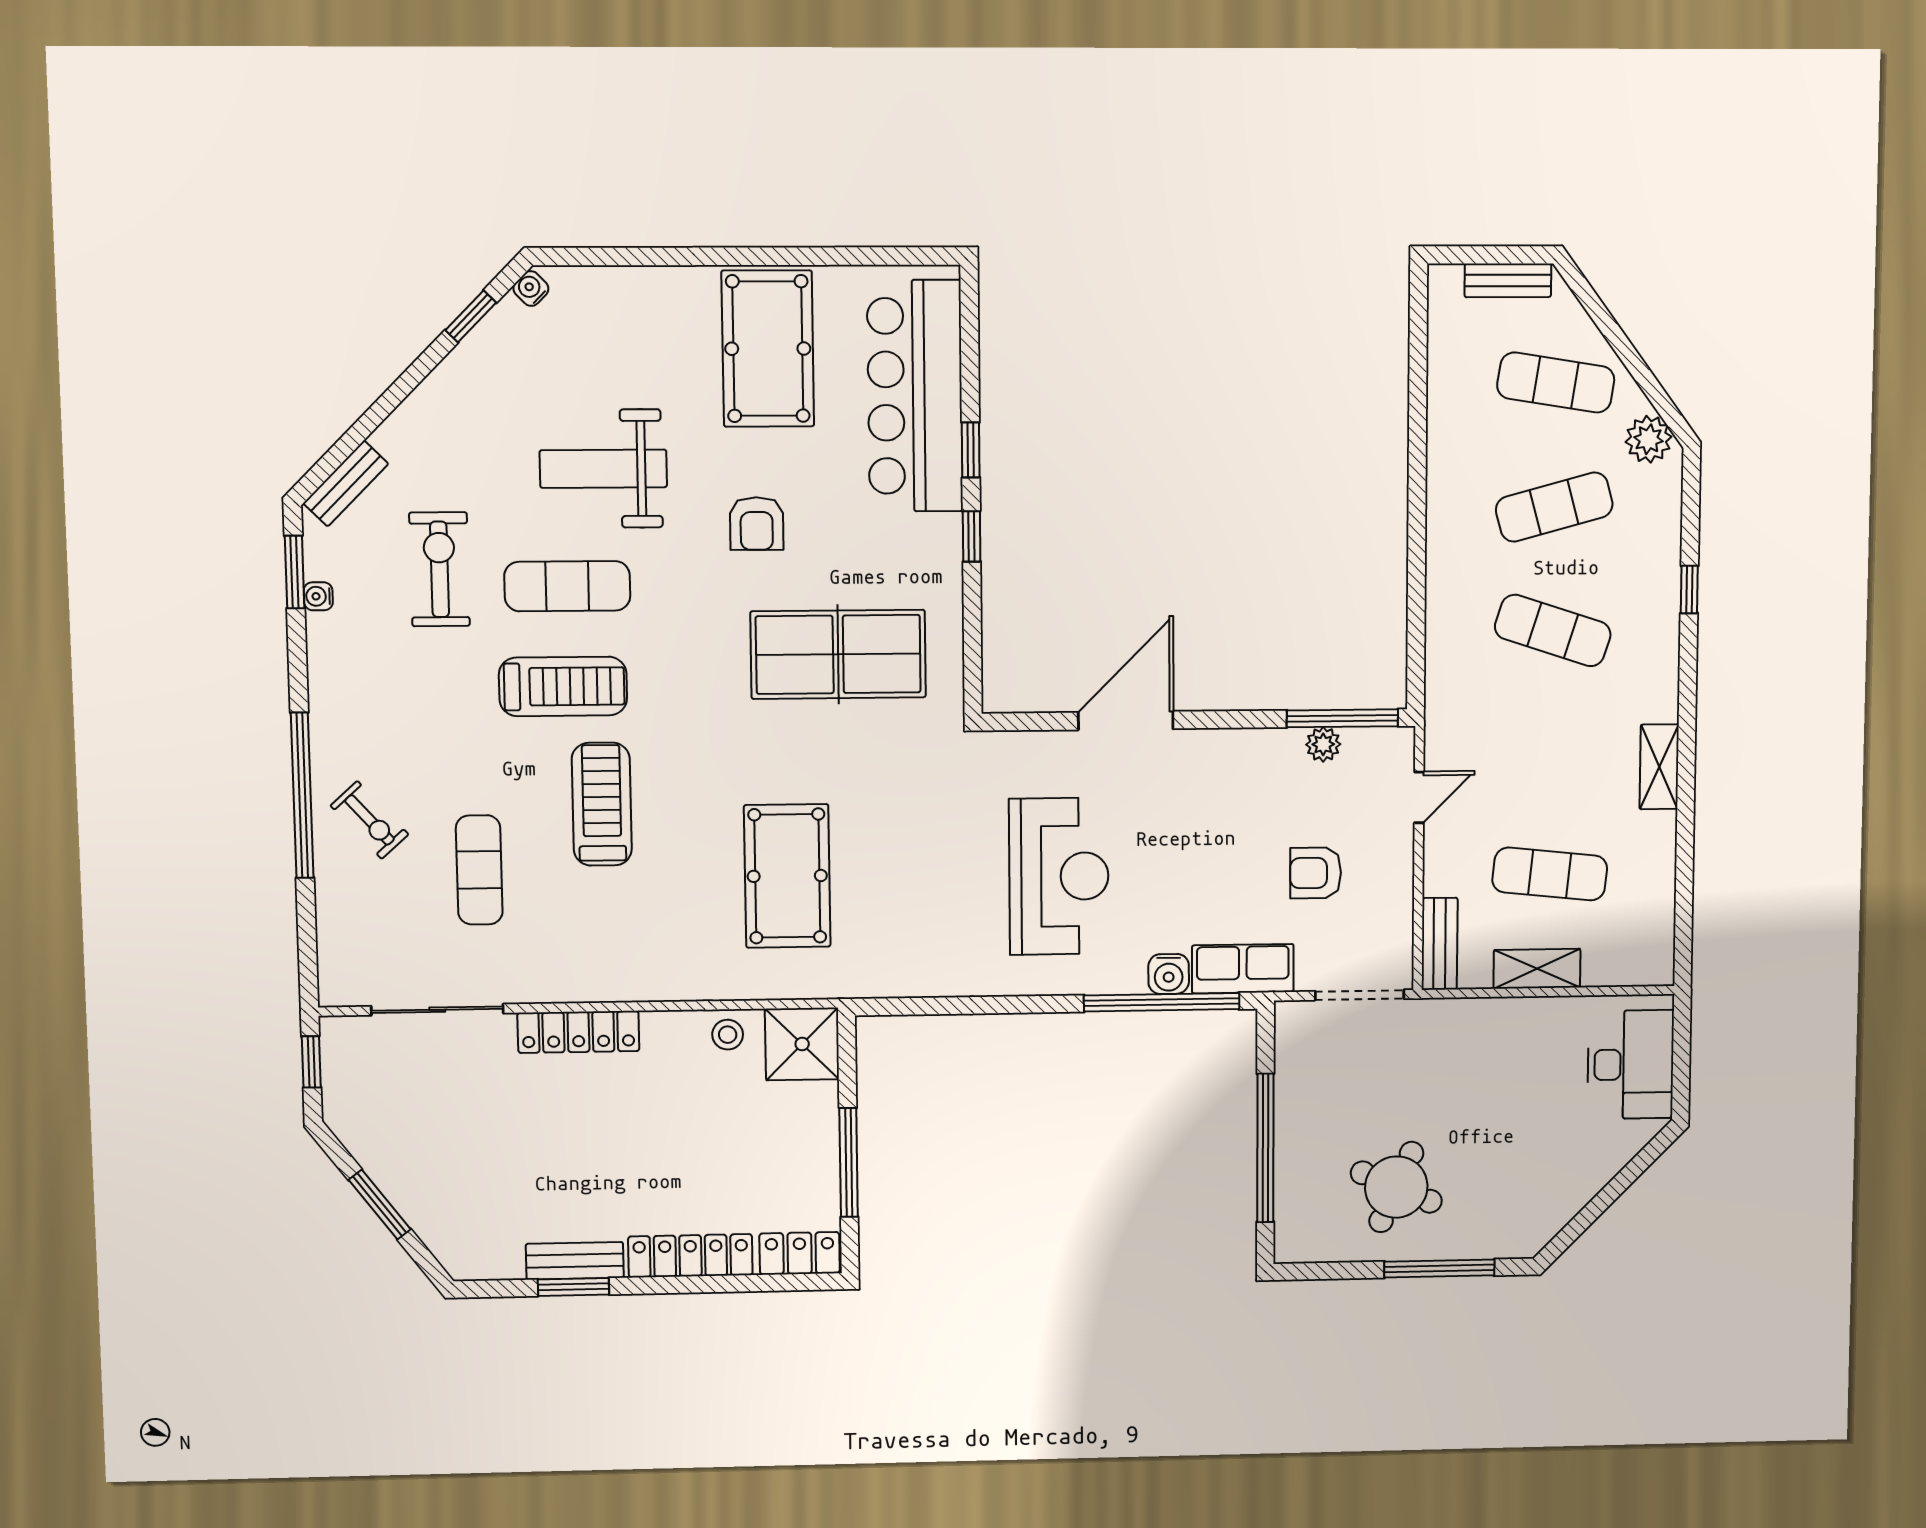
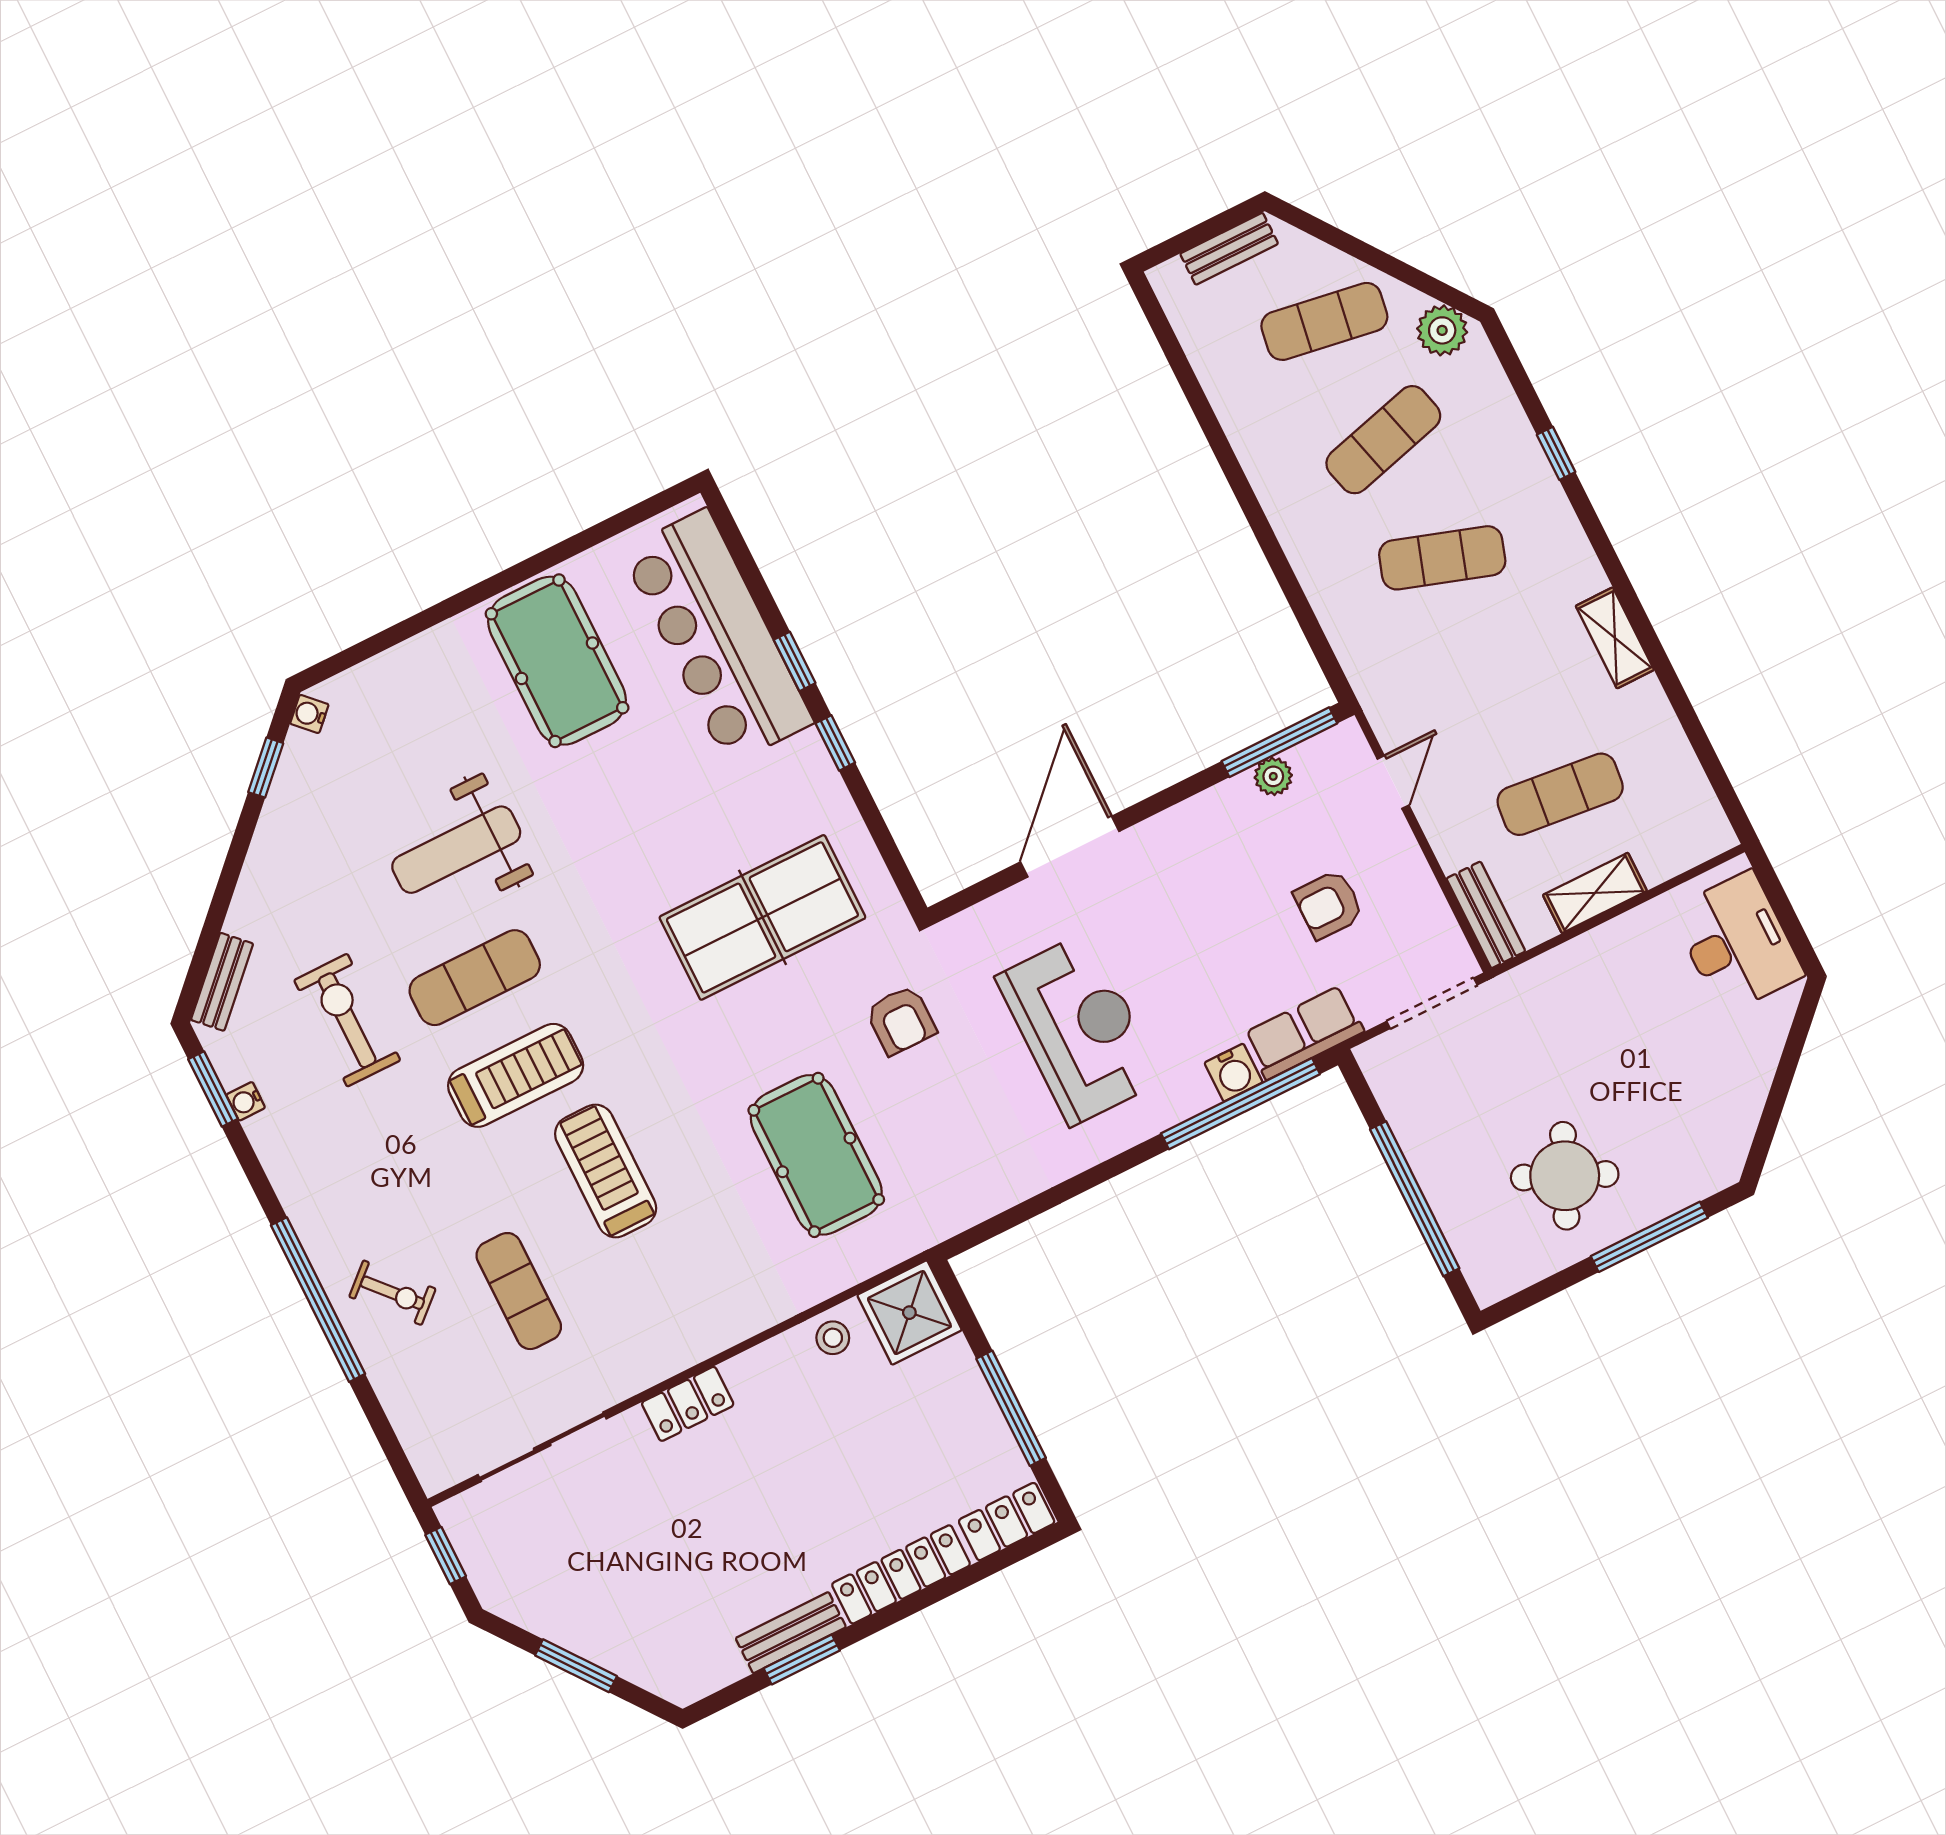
armchair: (757, 524) -> (901, 1020), moved
locker: (578, 1032) -> (688, 1404), width x0.66

